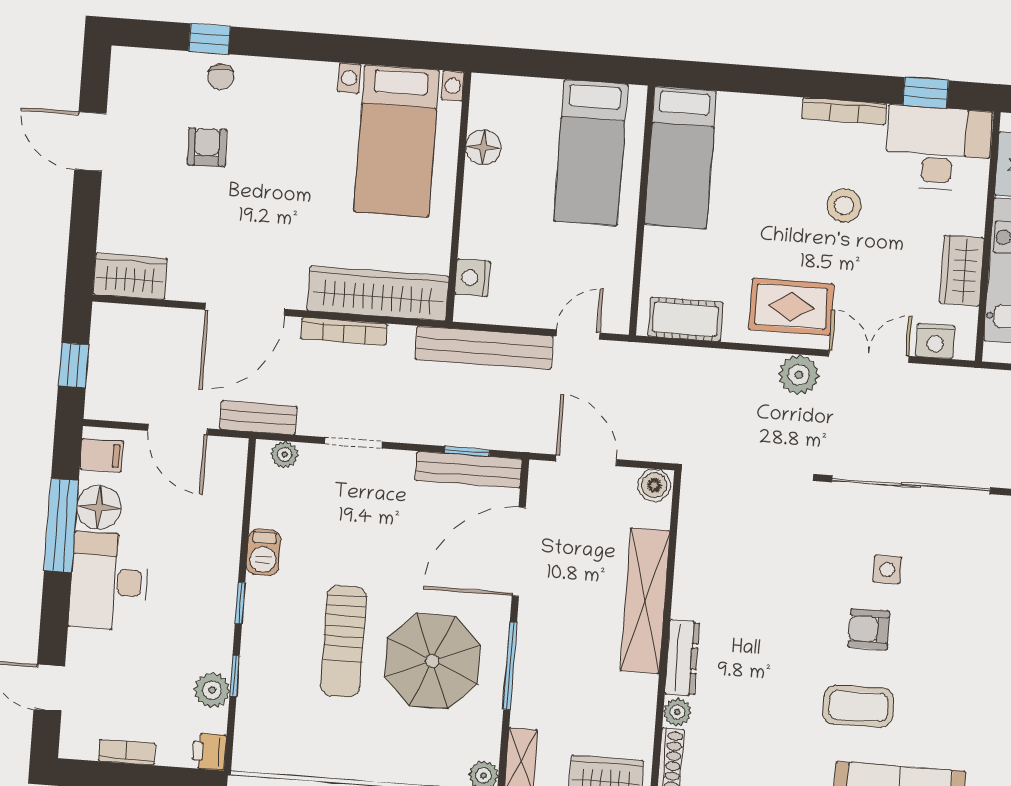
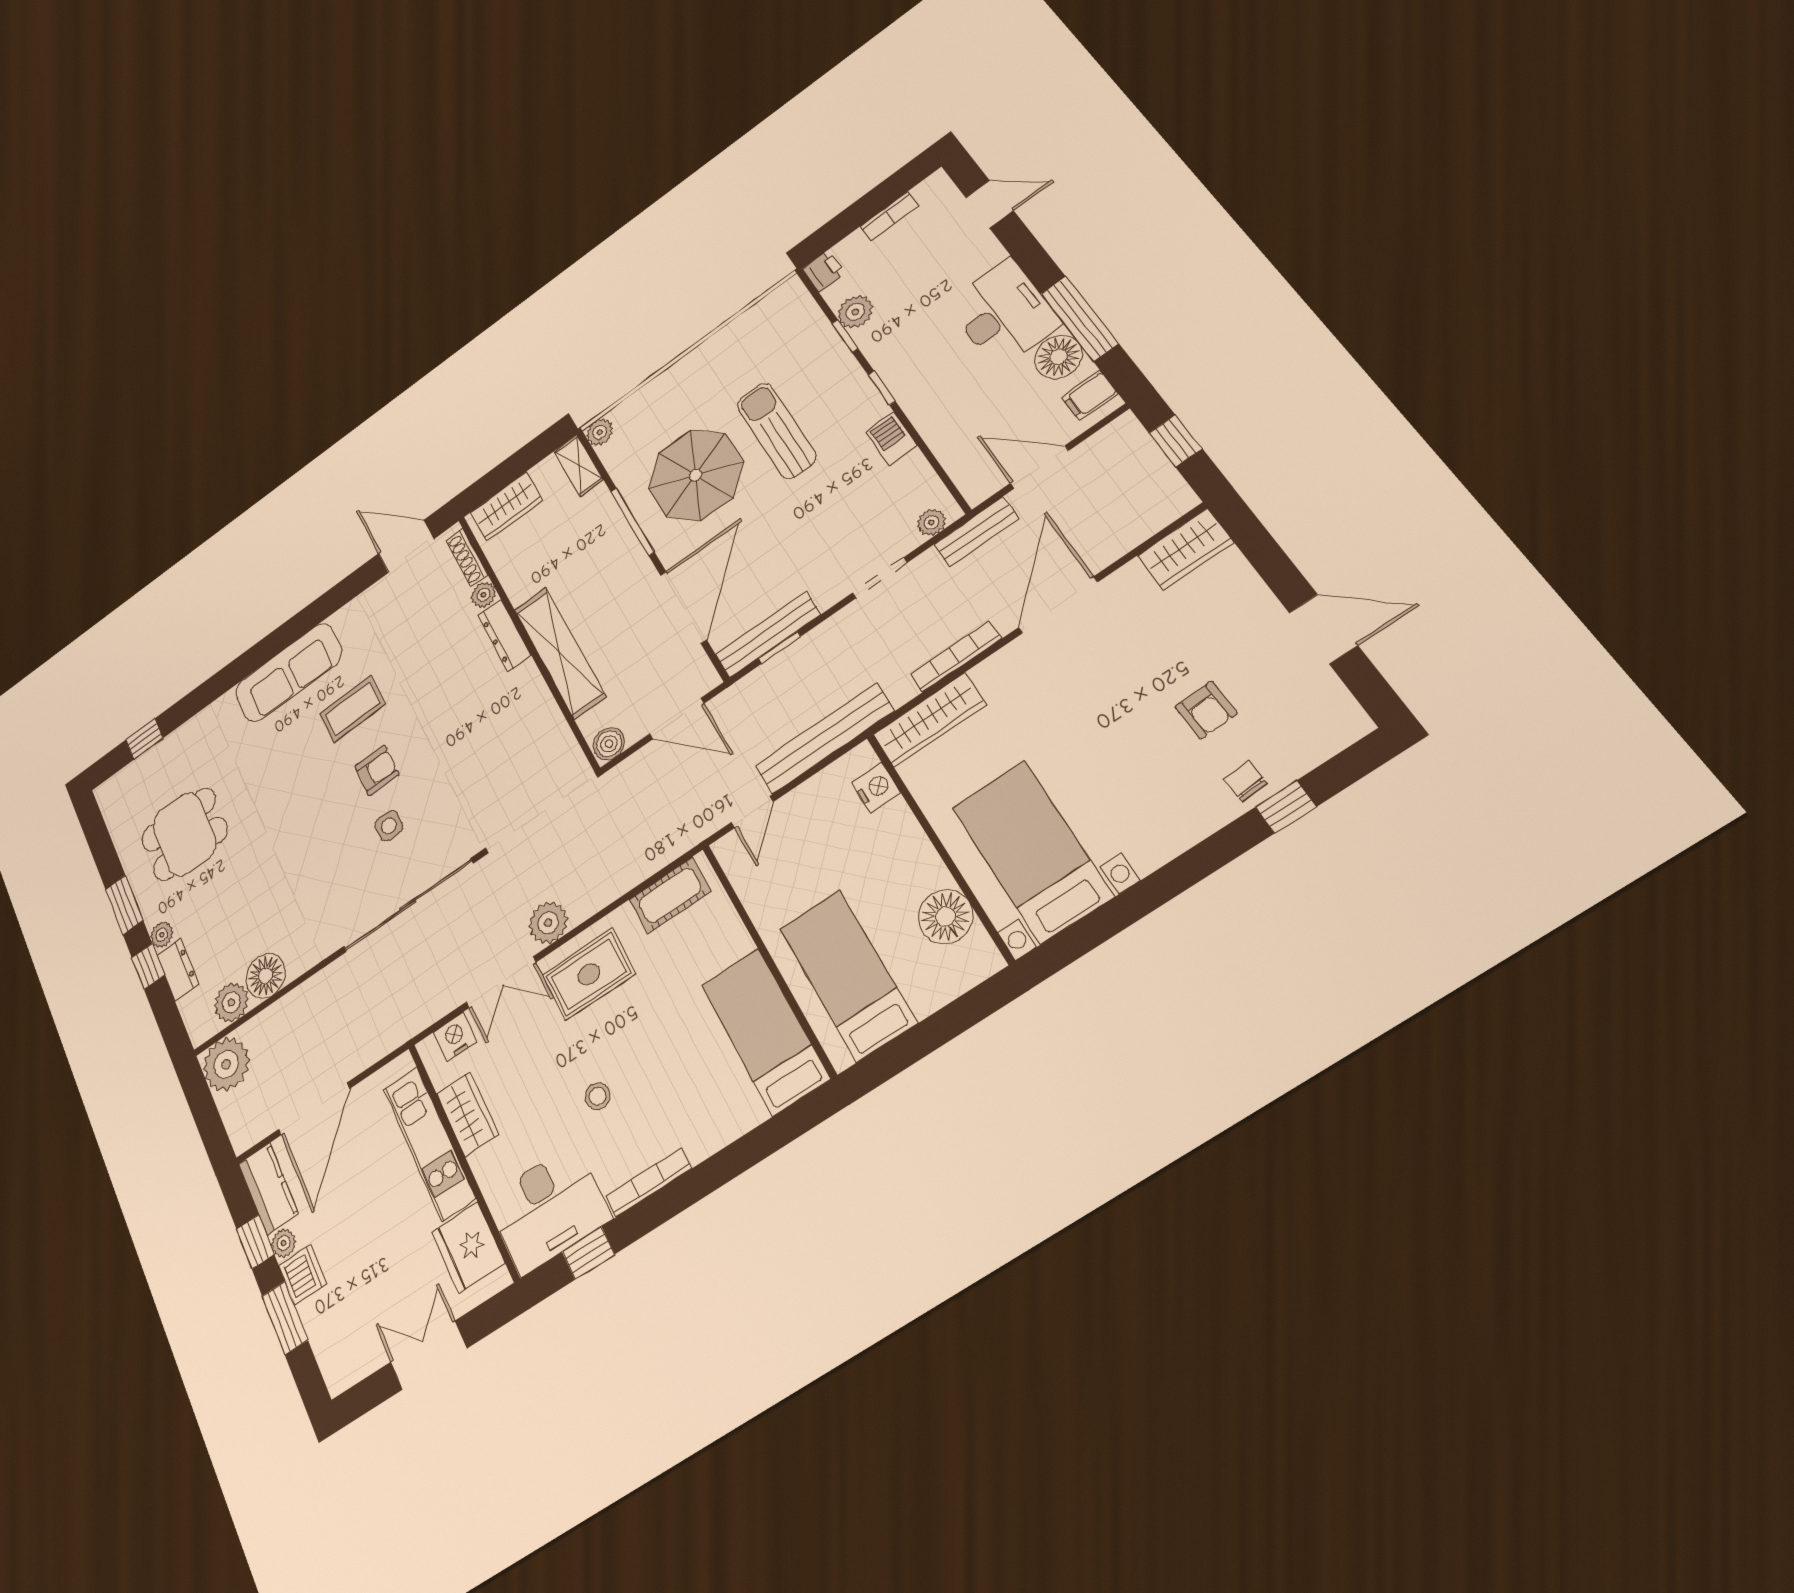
floor lamp: (483, 147) -> (946, 917), width x1.38, depth x1.38
stool: (844, 205) -> (598, 1096), width x0.73, depth x0.73
wardrobe: (378, 293) -> (929, 720), width x0.71, depth x0.85

